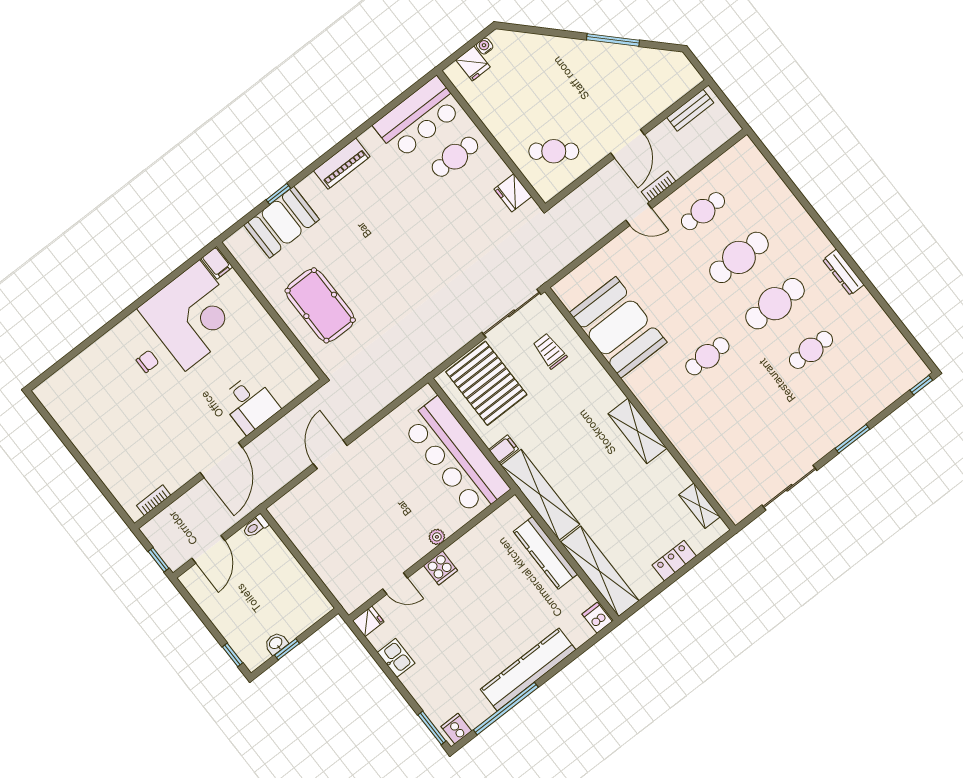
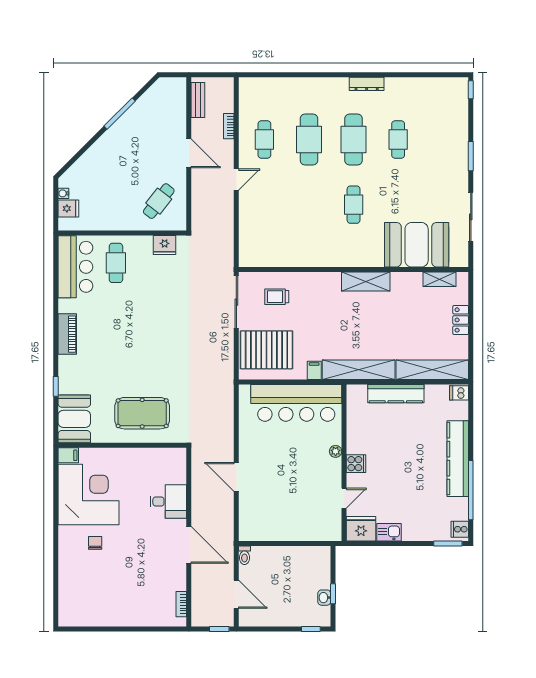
bookcase: (658, 186) -> (229, 126), moved
booth: (282, 222) -> (74, 419), moved
booth: (618, 327) -> (417, 245), moved
fridge: (368, 621) -> (361, 529), width x1.88, depth x1.34

